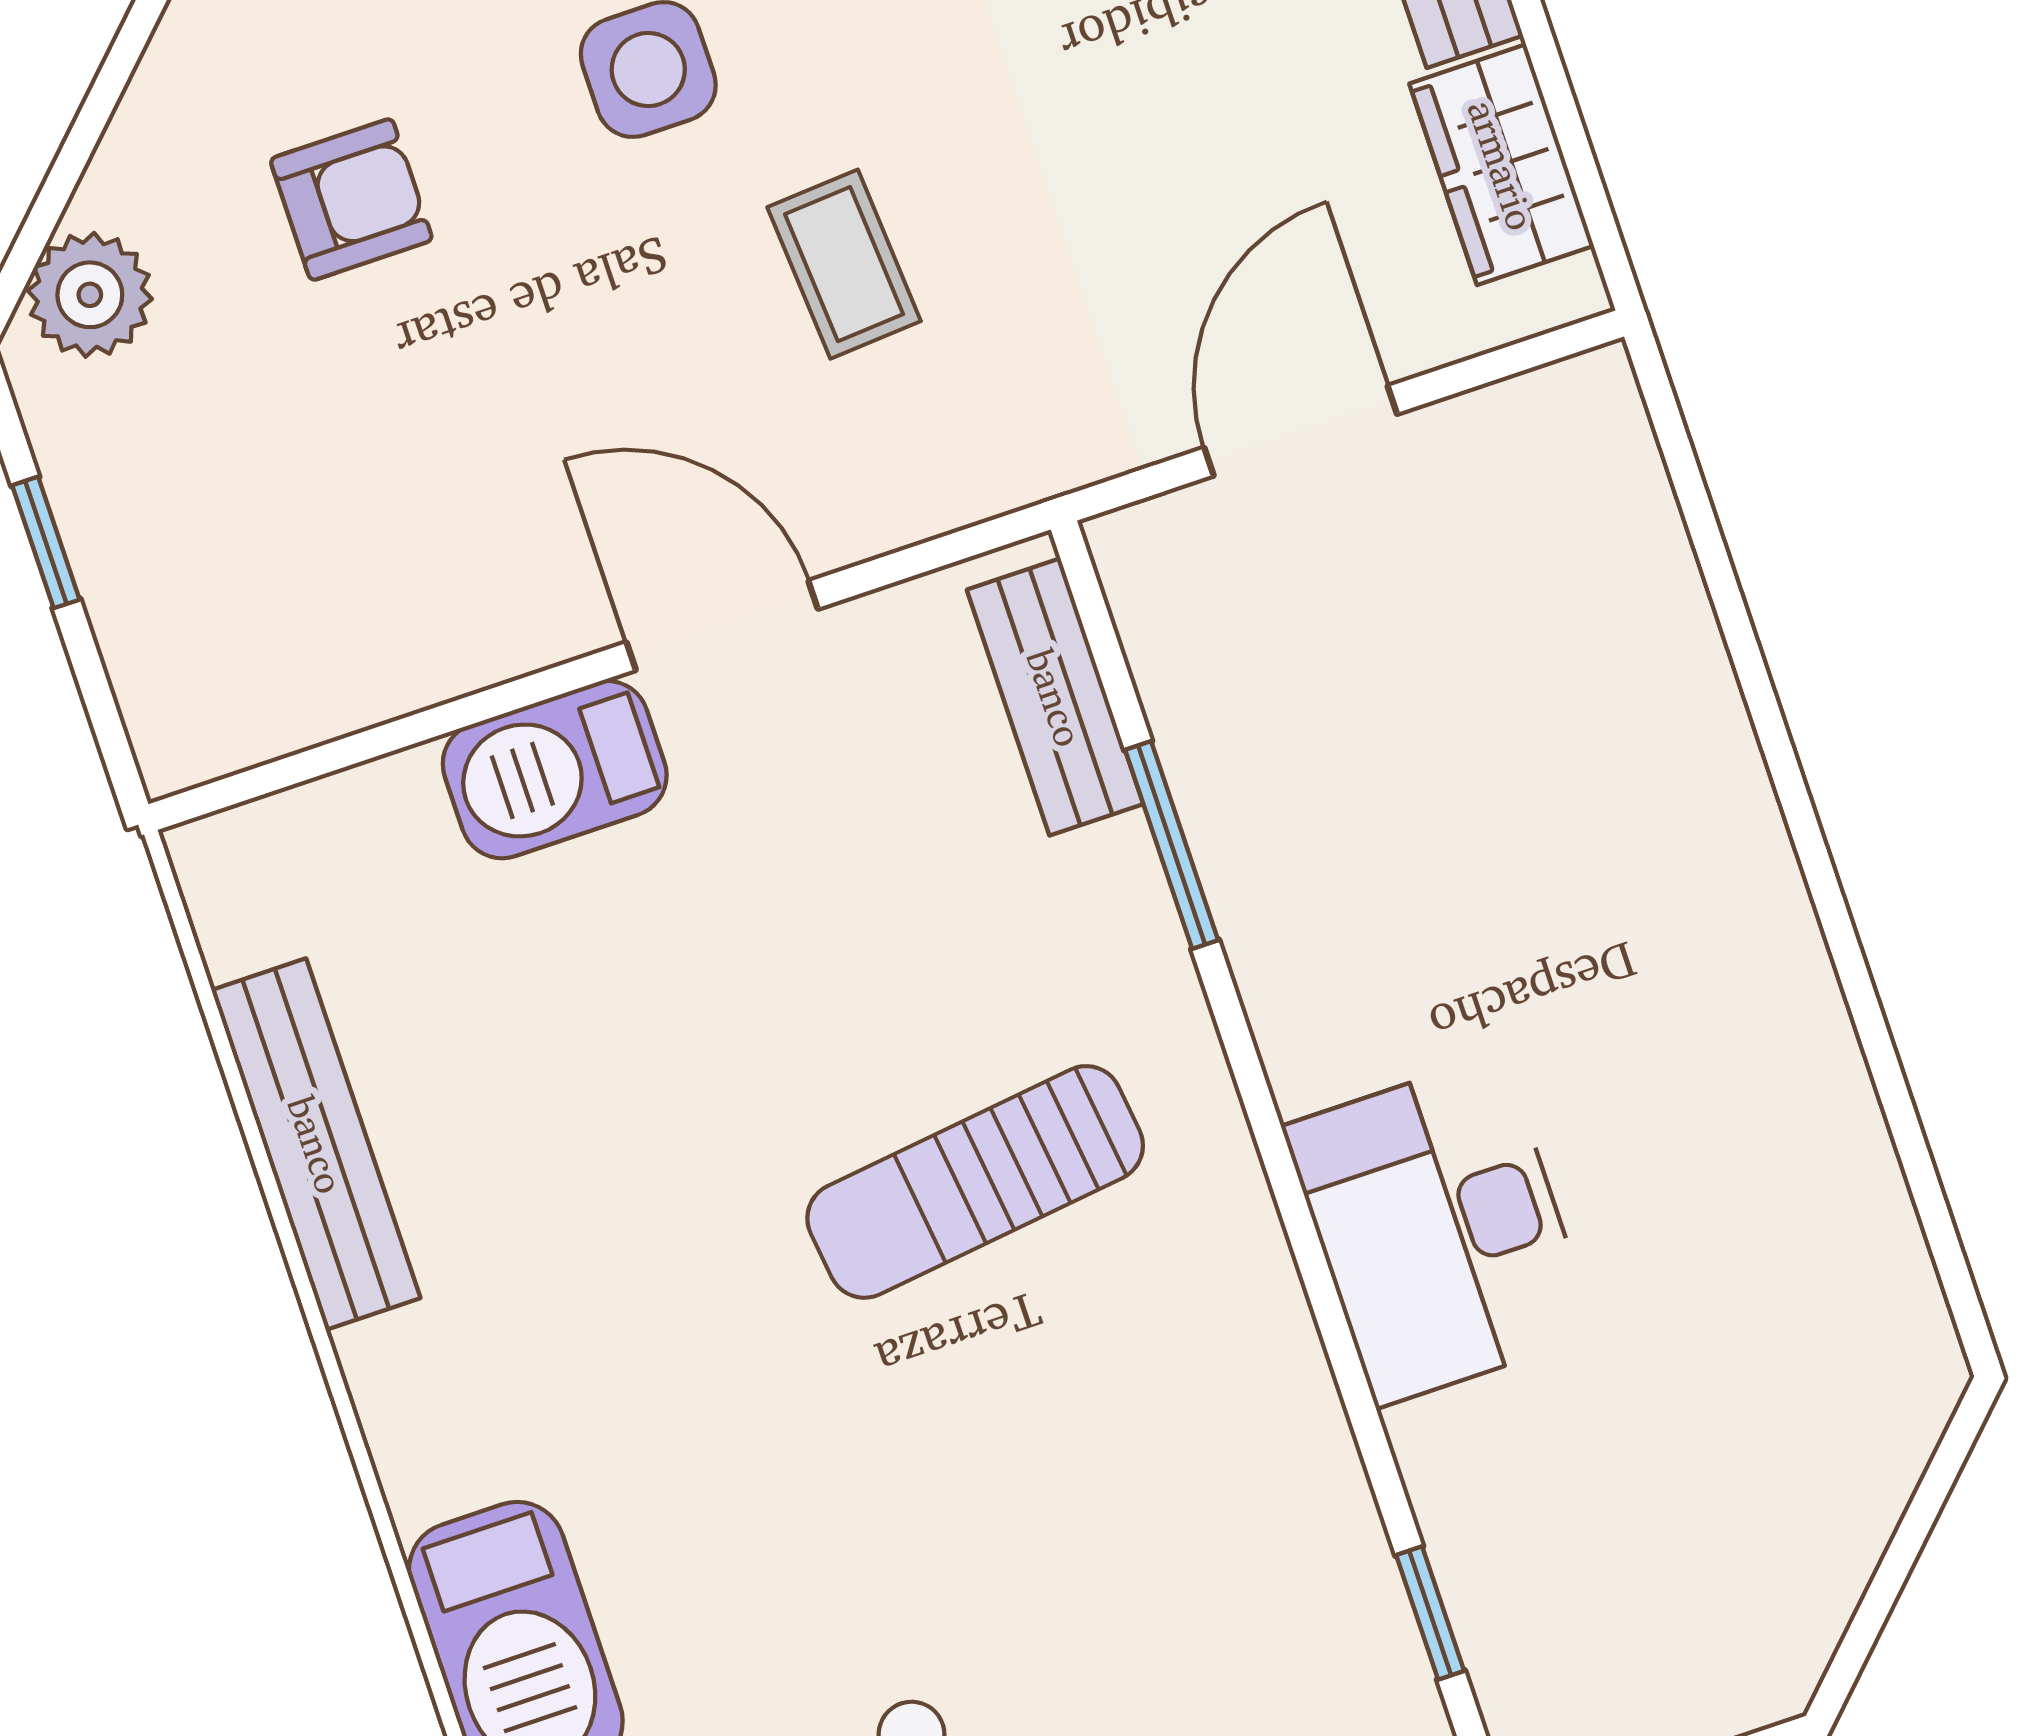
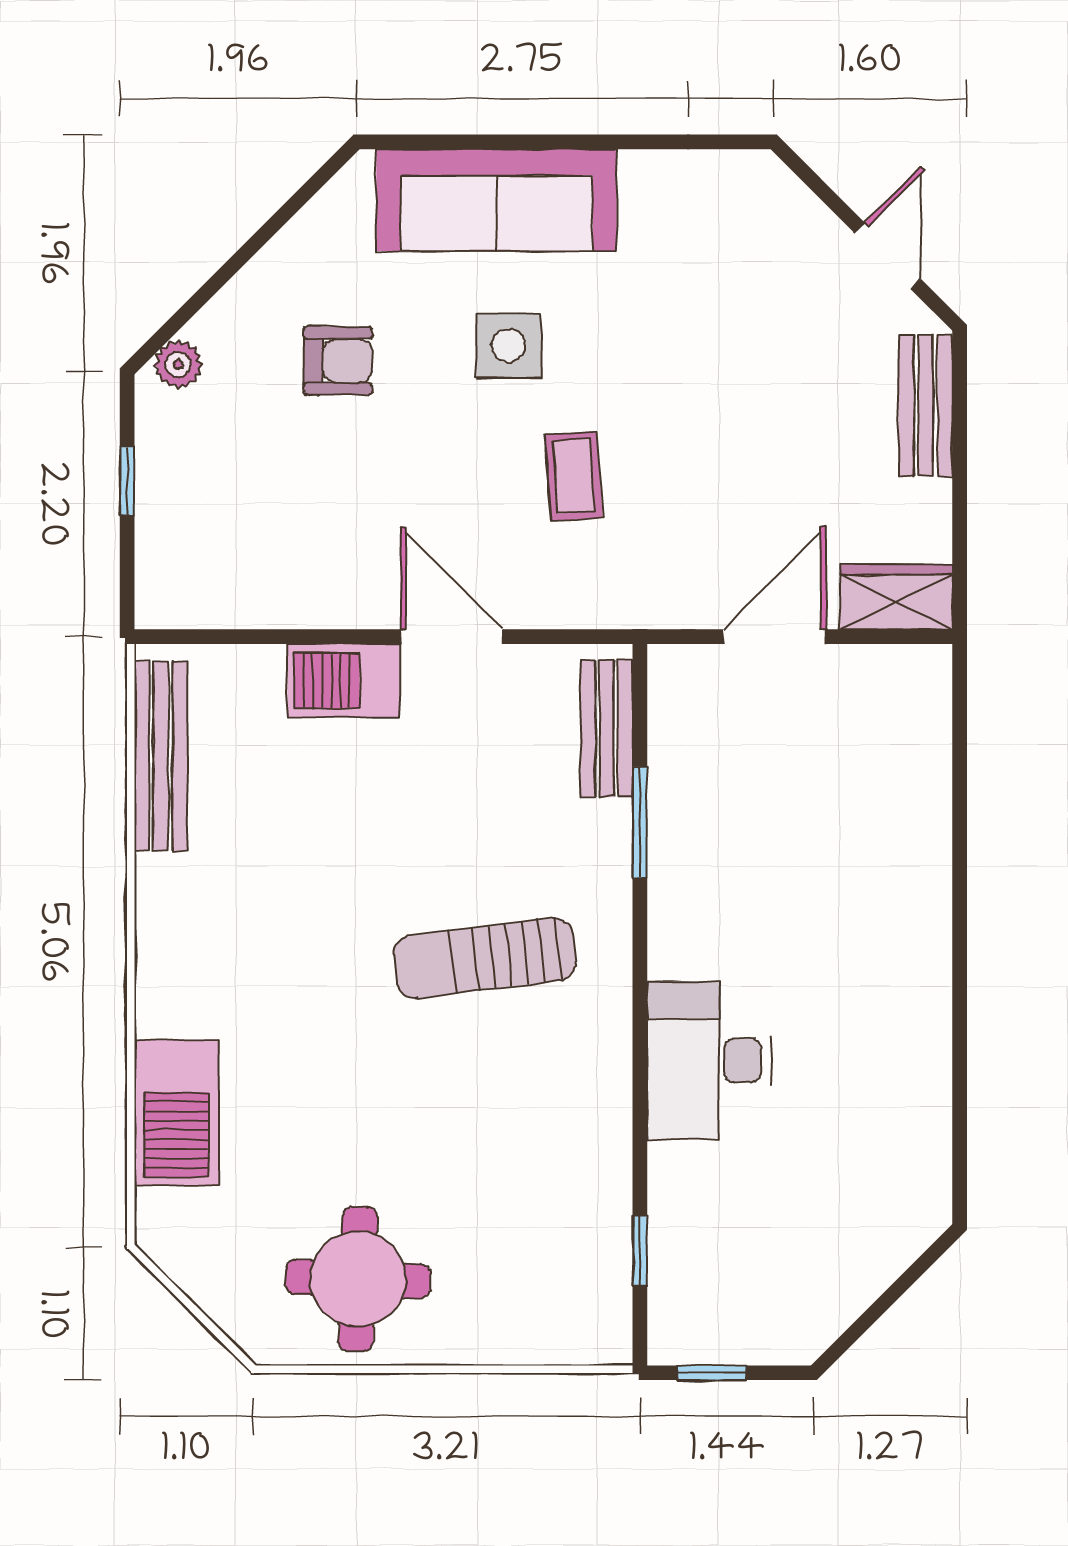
wardrobe: (1502, 165) -> (896, 597), moved, turned 90
plant: (90, 295) -> (178, 364), width x0.73, depth x0.73
bench: (316, 1144) -> (161, 756), moved

